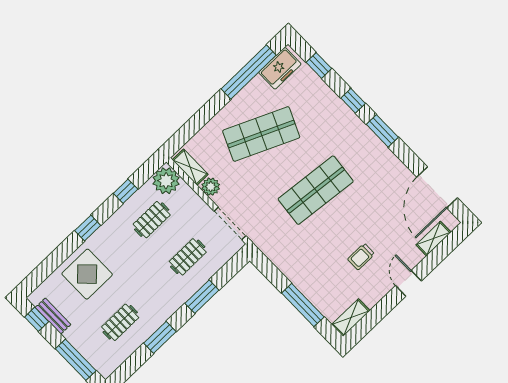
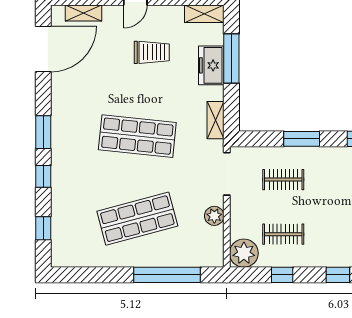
freezer: (280, 68) -> (211, 65), moved, turned -90
window: (249, 72) -> (167, 275), moved
shop shelf: (261, 134) -> (137, 219), turned -39
shelving: (190, 167) -> (216, 120), moved
trolley: (361, 257) -> (152, 52), width x1.36, depth x1.39

